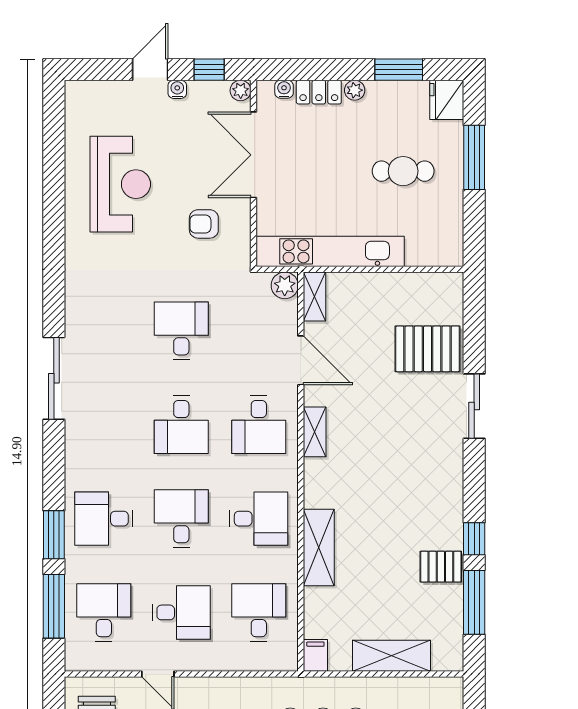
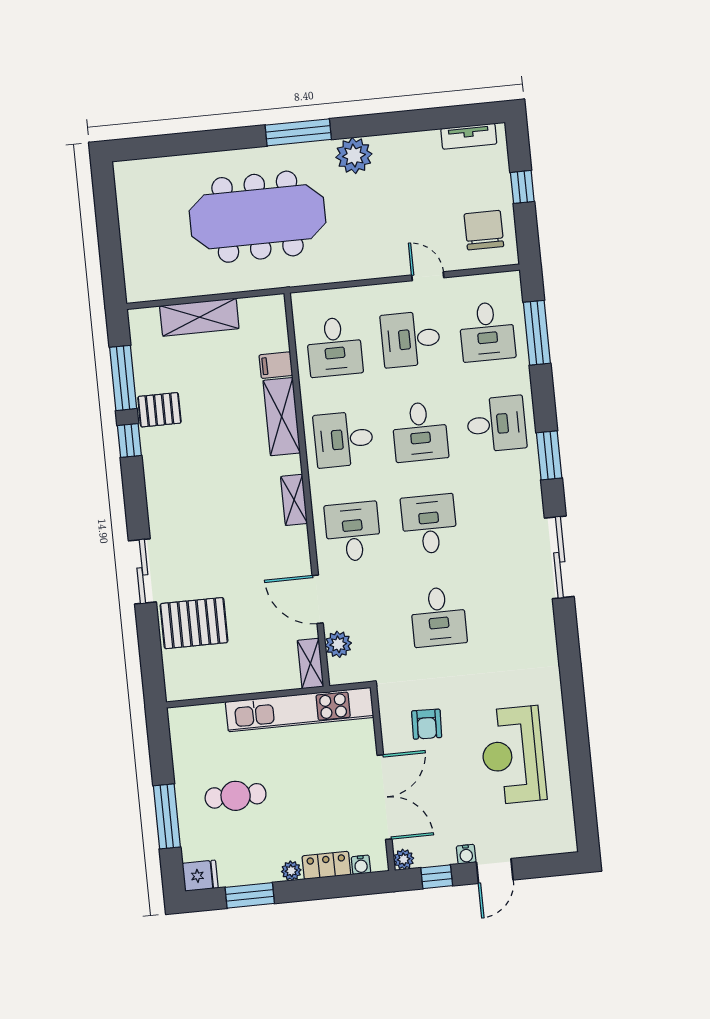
fridge: (447, 100) -> (200, 876), width x0.72
armchair: (204, 224) -> (427, 724), turned 92
plant: (285, 285) -> (338, 644), moved
shelving: (315, 432) -> (294, 500), moved
window: (54, 535) -> (549, 455), moved
filing cabinet: (315, 655) -> (276, 365), moved, turned 90

